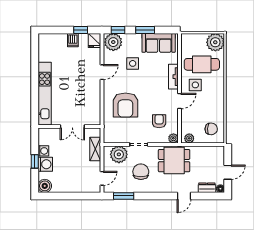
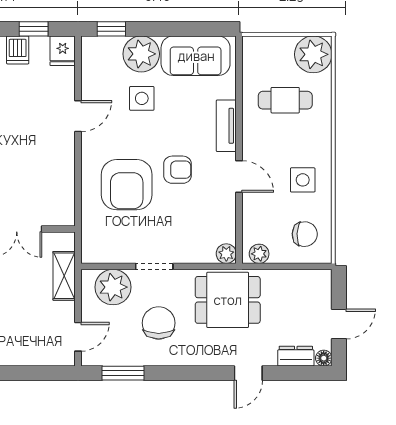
window: (145, 30) -> (168, 29), removed
plant: (113, 42) -> (141, 54), moved
cafe table: (202, 64) -> (285, 100), width x0.73, depth x0.74
side table: (195, 85) -> (303, 180), moved
door: (180, 101) -> (239, 176), hinge flipped
armchair: (159, 121) -> (177, 170), moved, turned 90

